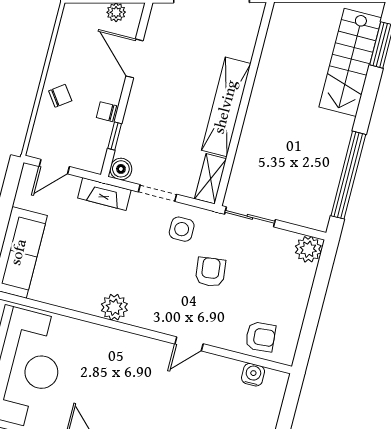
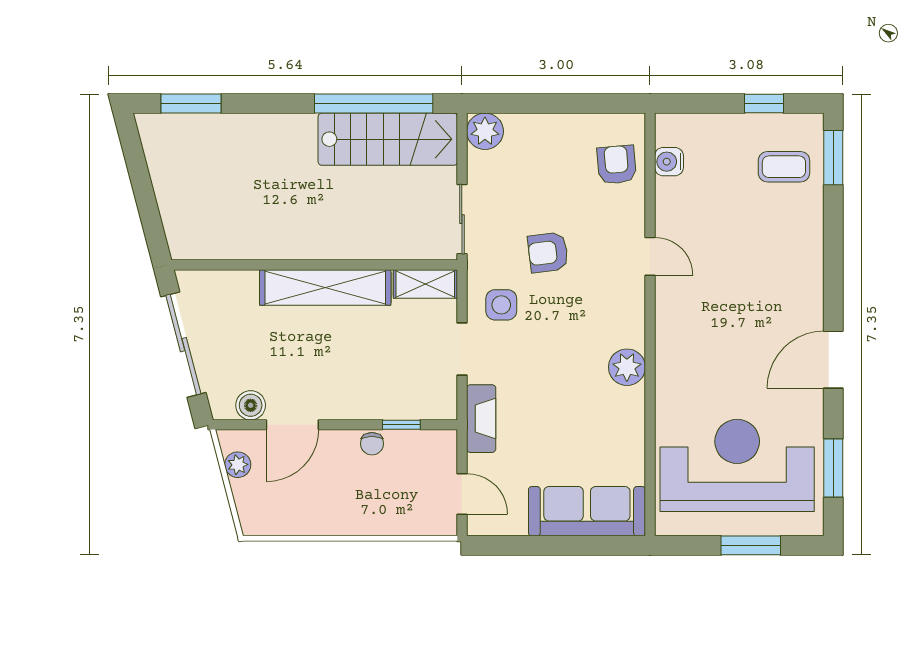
stairs: (350, 62) -> (388, 139), moved
chair: (60, 96) -> (367, 510), removed
boiler: (121, 169) -> (251, 405), moved

